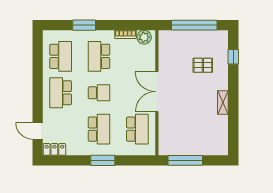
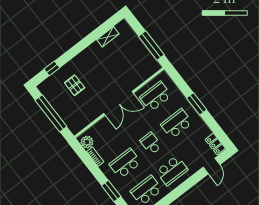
school desk: (99, 56) -> (125, 163), turned 180
shelving: (223, 102) -> (108, 37), moved

